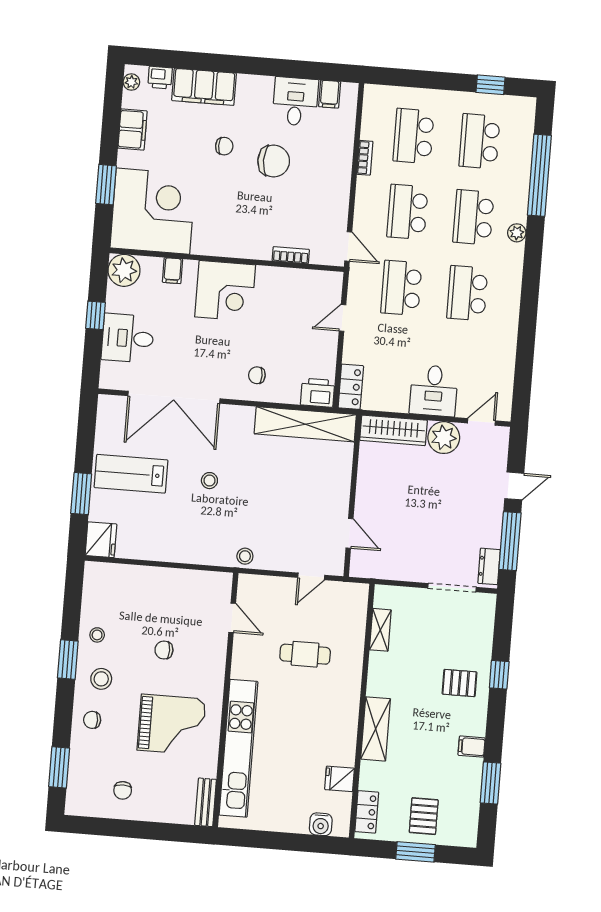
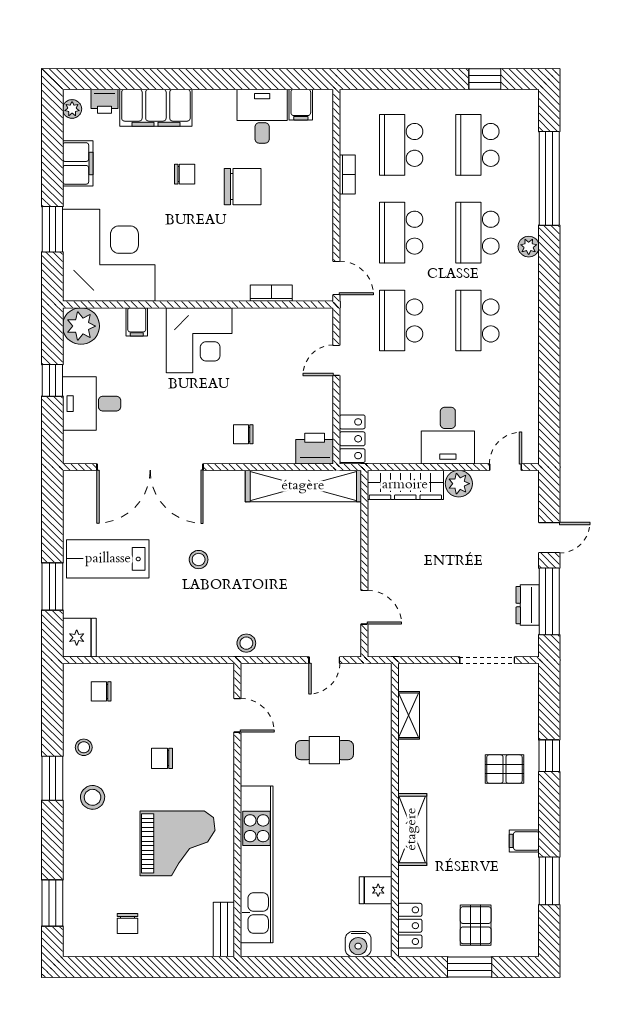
plant: (444, 438) -> (459, 484), width x0.73, depth x0.73
dresser: (489, 566) -> (528, 605), moved
chair: (92, 720) -> (101, 691), moved

